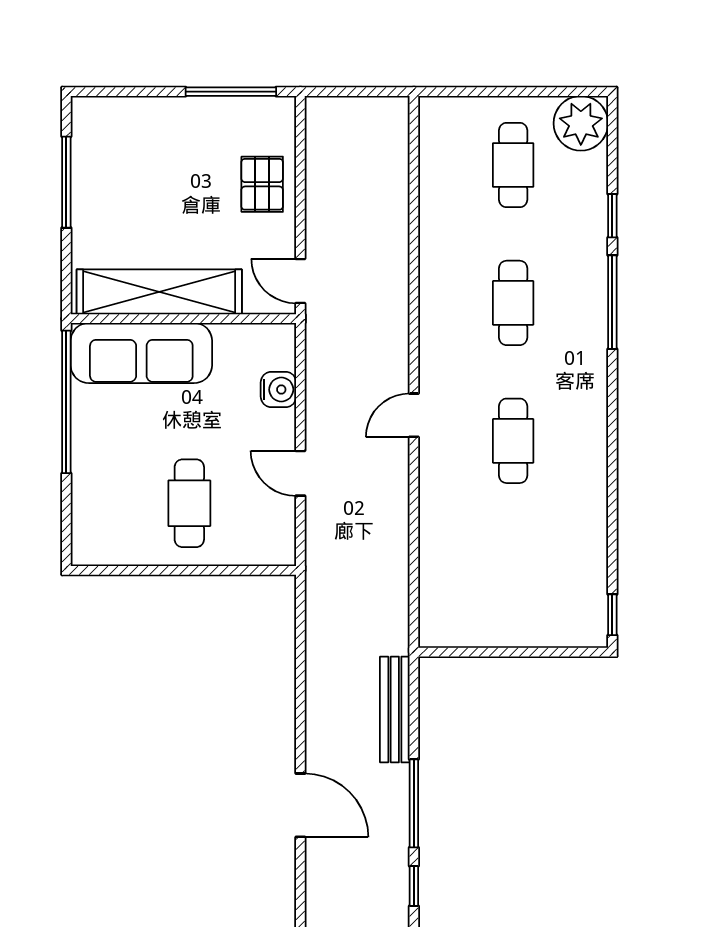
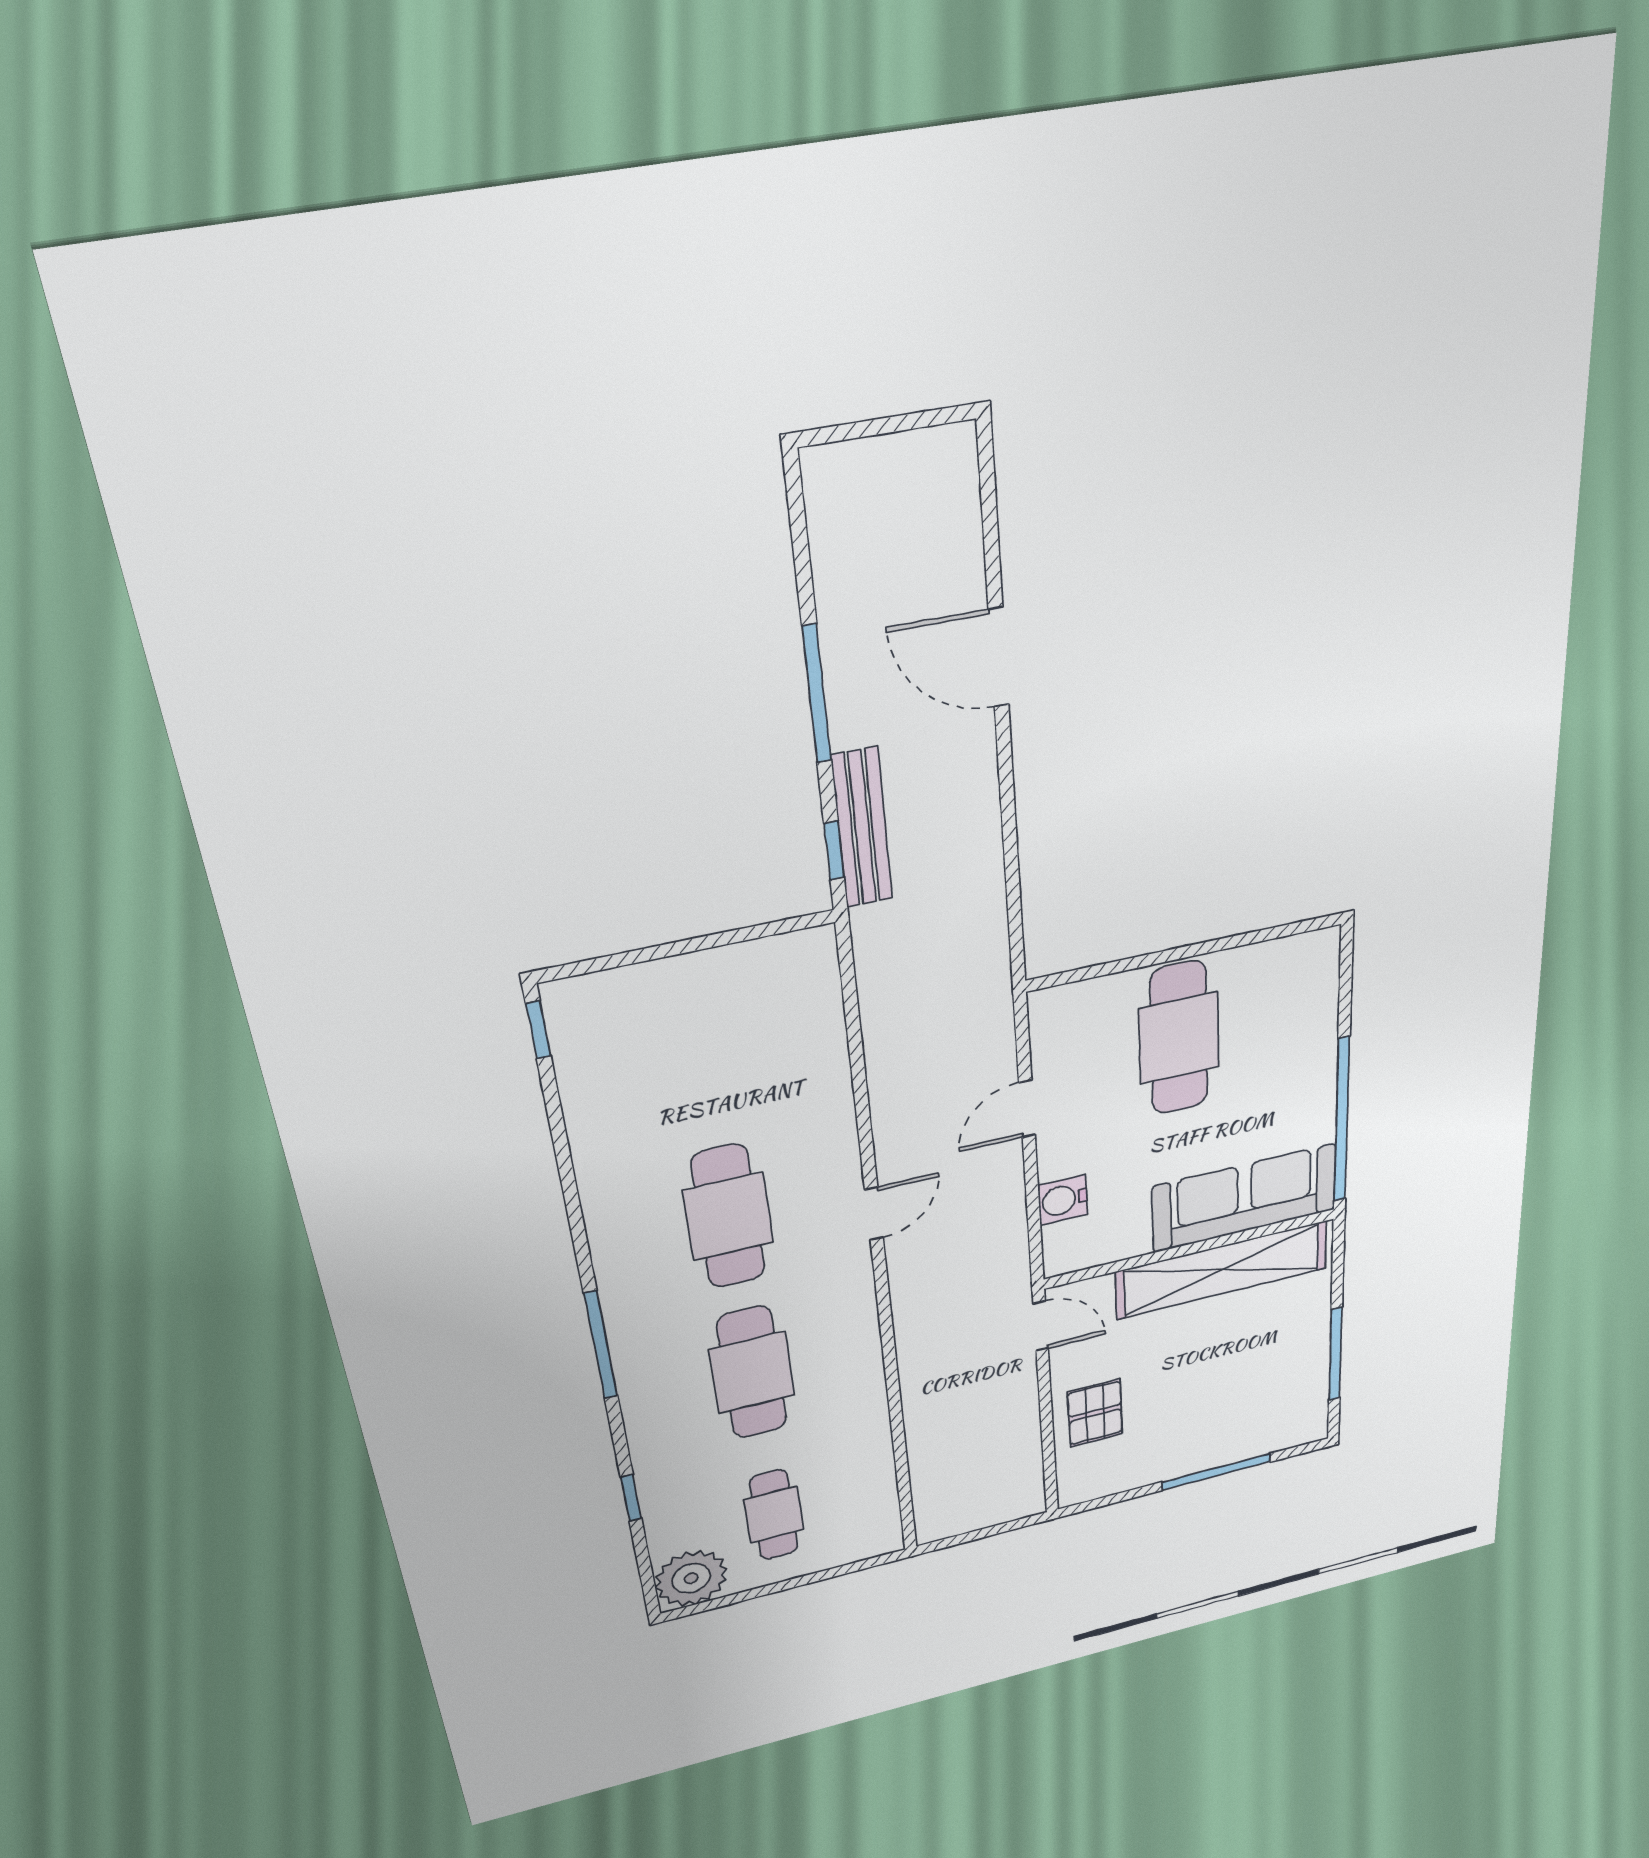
window: (231, 92) -> (1216, 1472), moved
window: (612, 302) -> (601, 1345), moved
cafe table: (513, 303) -> (752, 1372), width x1.37, depth x1.35
cafe table: (513, 441) -> (728, 1216), width x1.37, depth x1.35
door: (300, 473) -> (1027, 1109), swing flipped
cafe table: (189, 503) -> (1179, 1038), width x1.37, depth x1.35
window: (414, 886) -> (834, 850), moved

